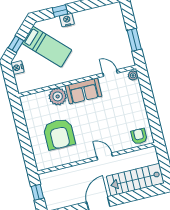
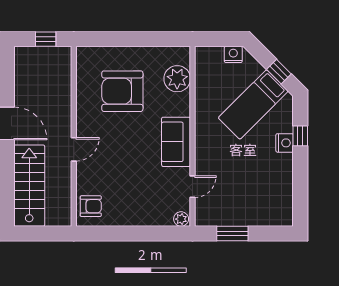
window: (16, 44) -> (279, 72), moved
plant: (58, 96) -> (177, 79), moved

